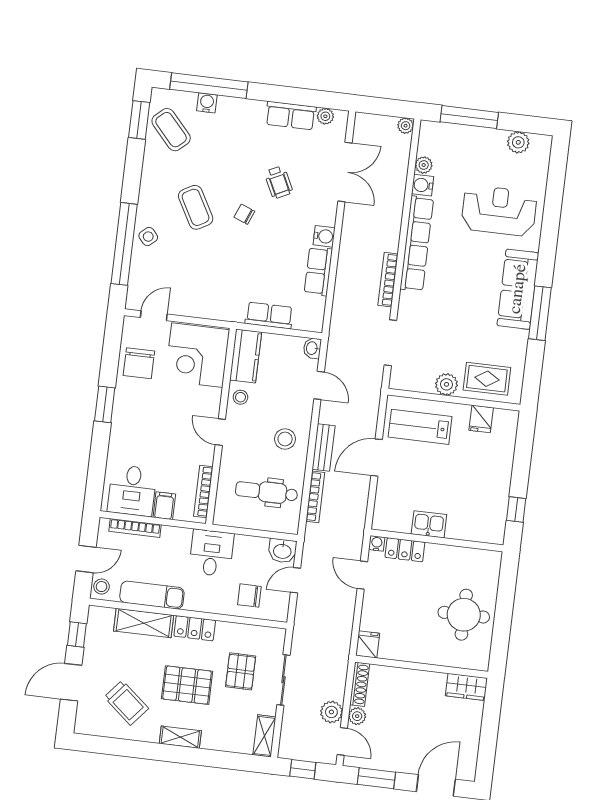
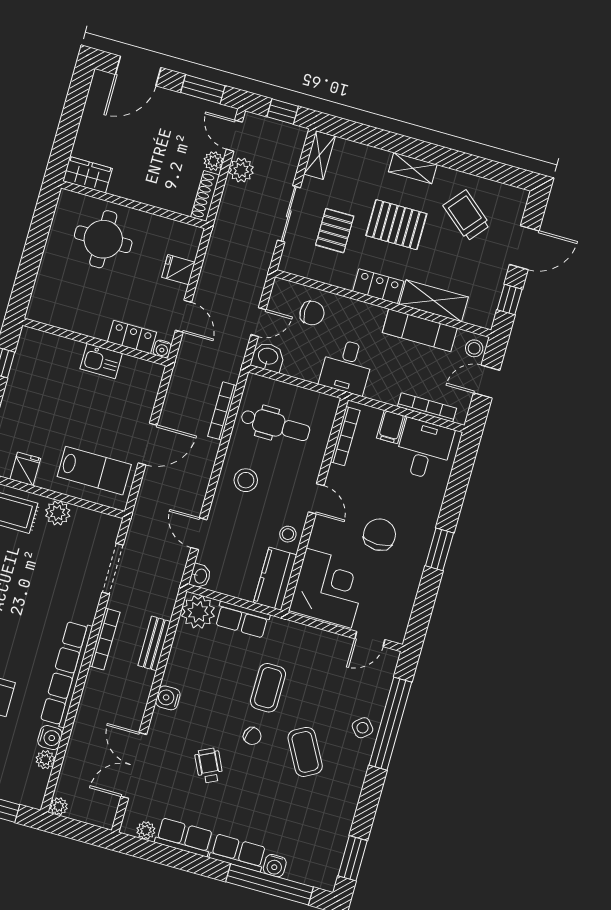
coffee table: (171, 130) -> (268, 688), moved, turned 42
row of seats: (318, 271) -> (238, 853), moved, turned -90
plant: (309, 316) -> (198, 612), added
chair: (139, 363) -> (379, 535), moved
bench: (324, 447) -> (154, 643), moved
round table: (464, 615) -> (103, 239), moved
fridge: (368, 644) -> (178, 270), moved, turned 90

